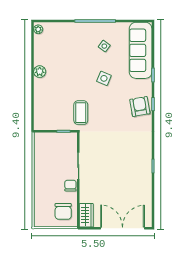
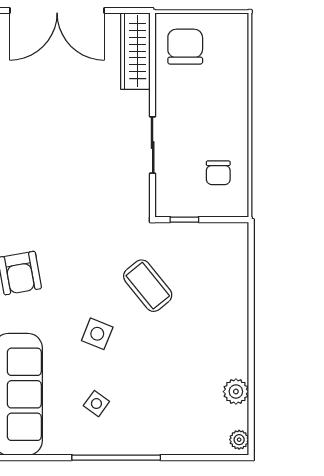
plant: (40, 72) -> (236, 392), moved
coffee table: (81, 113) -> (148, 286), moved, turned -39
chair: (70, 186) -> (218, 173), moved
wardrobe: (86, 215) -> (135, 51), width x1.50

